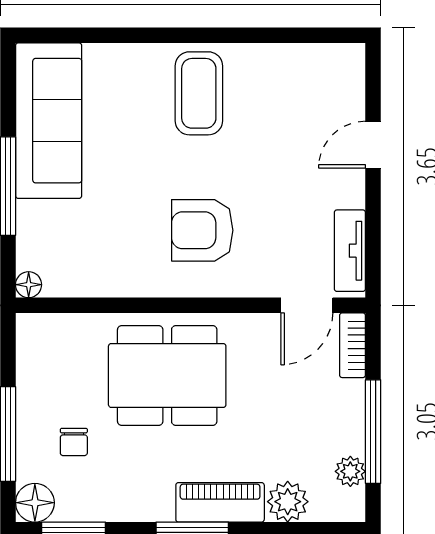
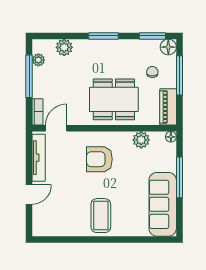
armchair: (202, 230) -> (99, 159), turned 180
tv unit: (350, 251) -> (39, 158), width x1.41
plant: (101, 277) -> (141, 140), added
piano: (220, 502) -> (168, 107), moved, turned 90

